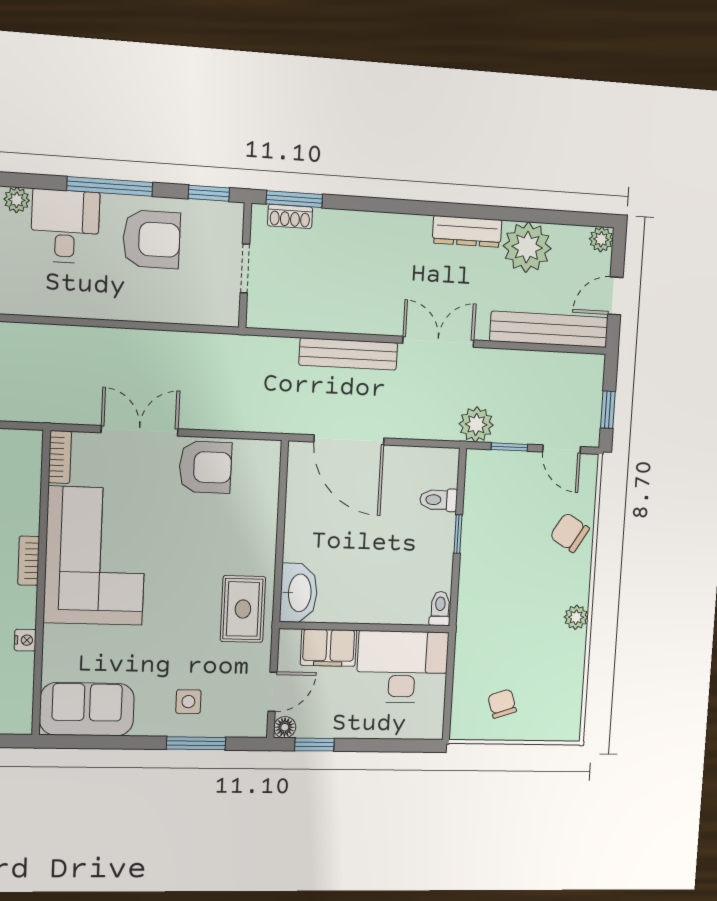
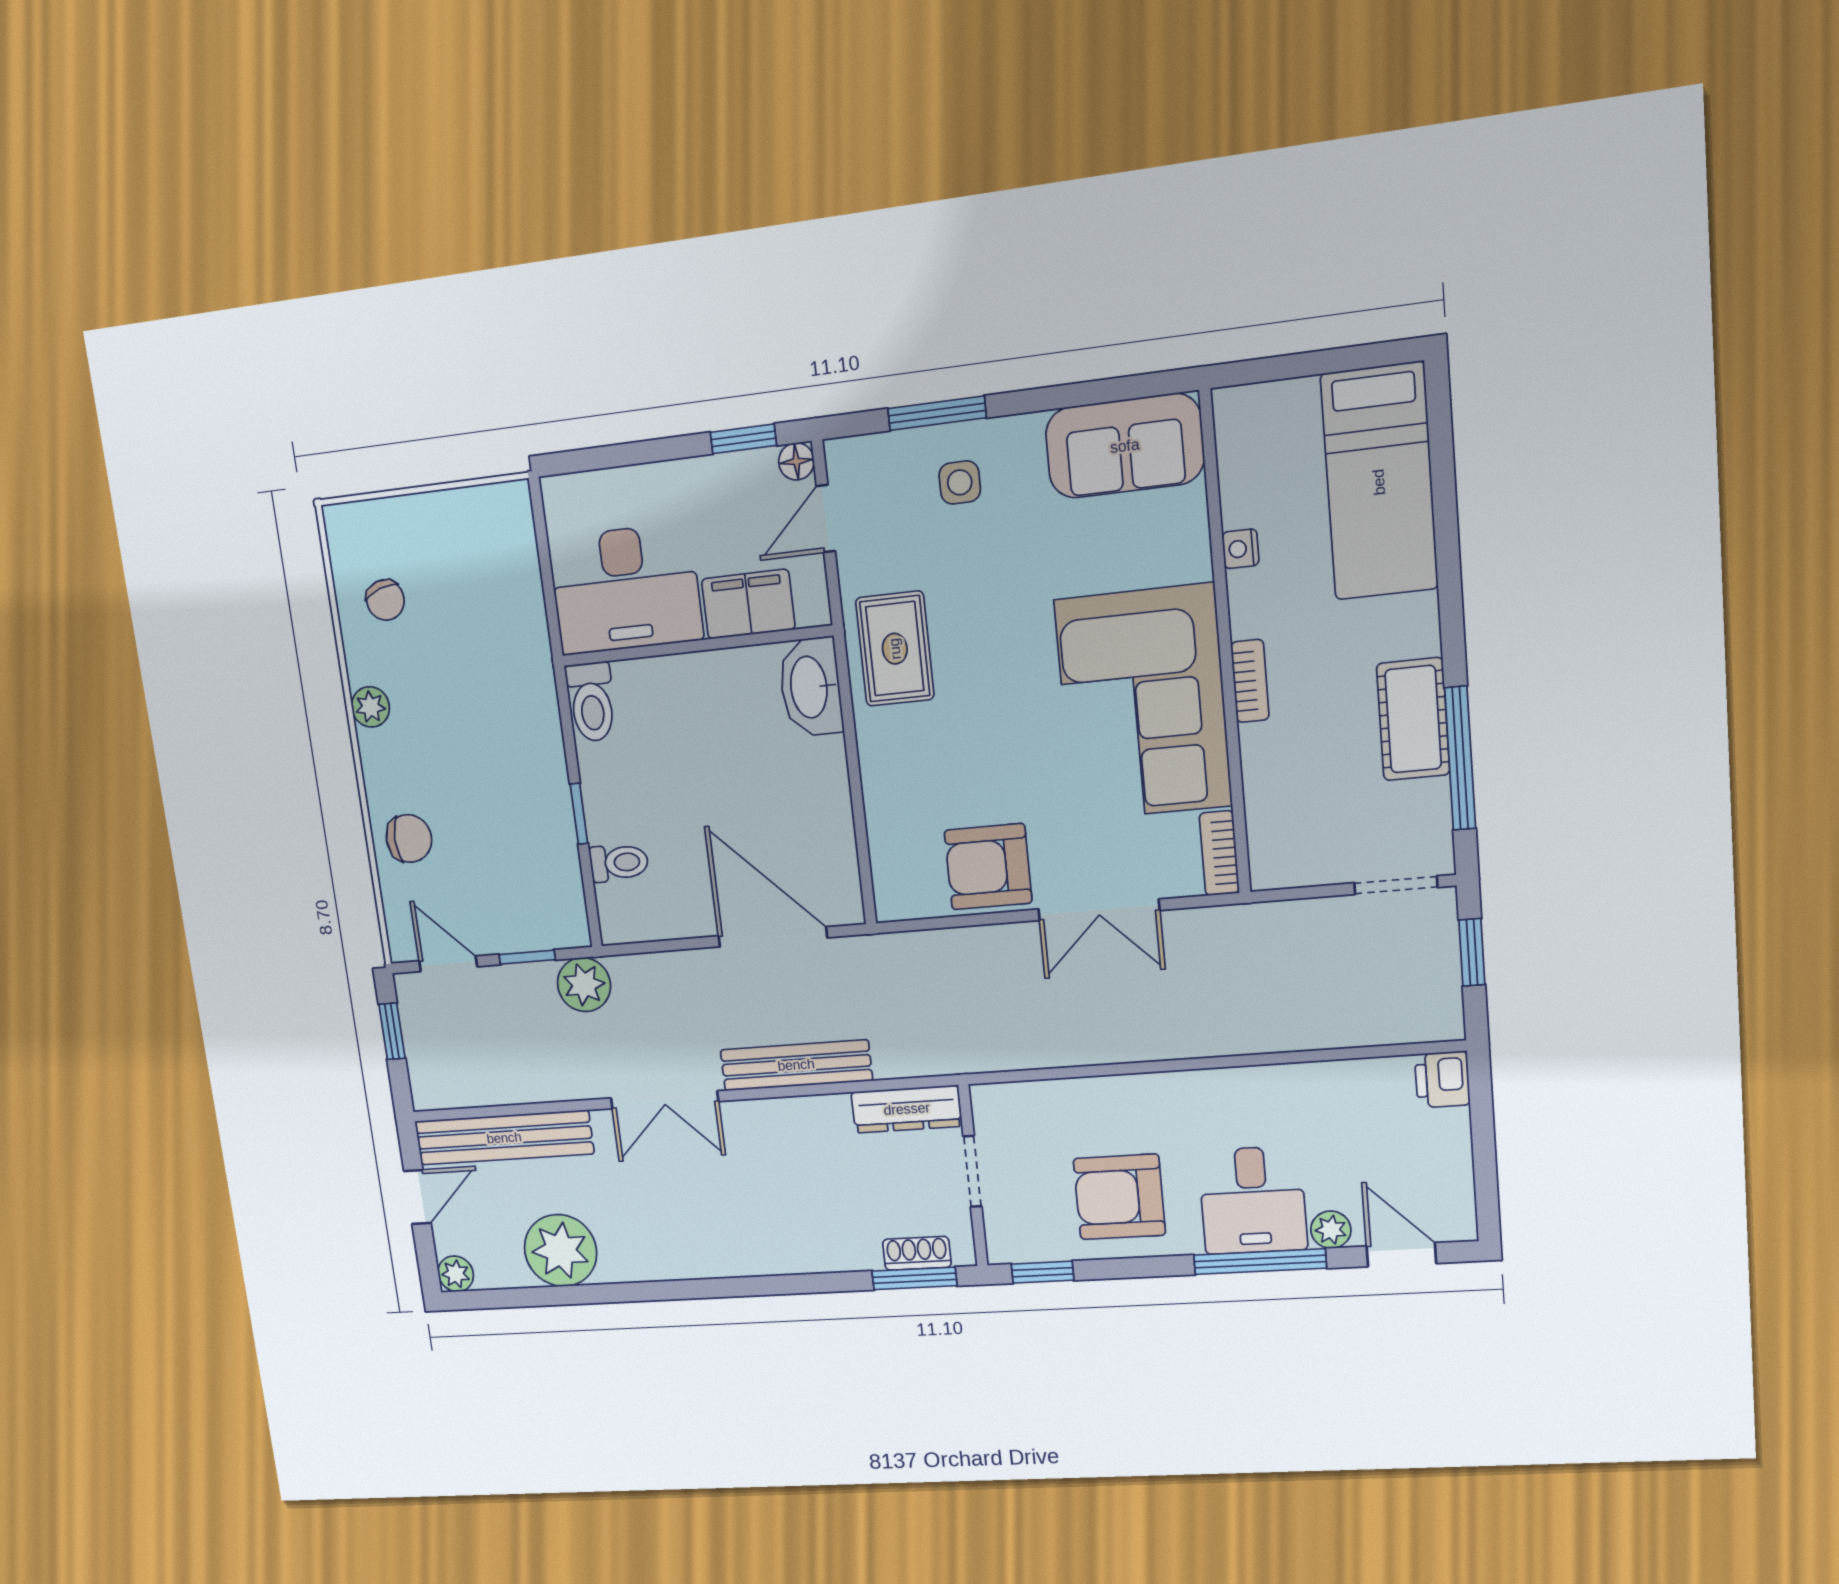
window: (110, 186) -> (1260, 1262), moved
dresser: (467, 231) -> (907, 1109), moved, turned 180
chair: (570, 533) -> (409, 838), turned -31
toilet: (440, 609) -> (591, 702), width x1.37, depth x1.39
chair: (502, 704) -> (385, 600), moved

